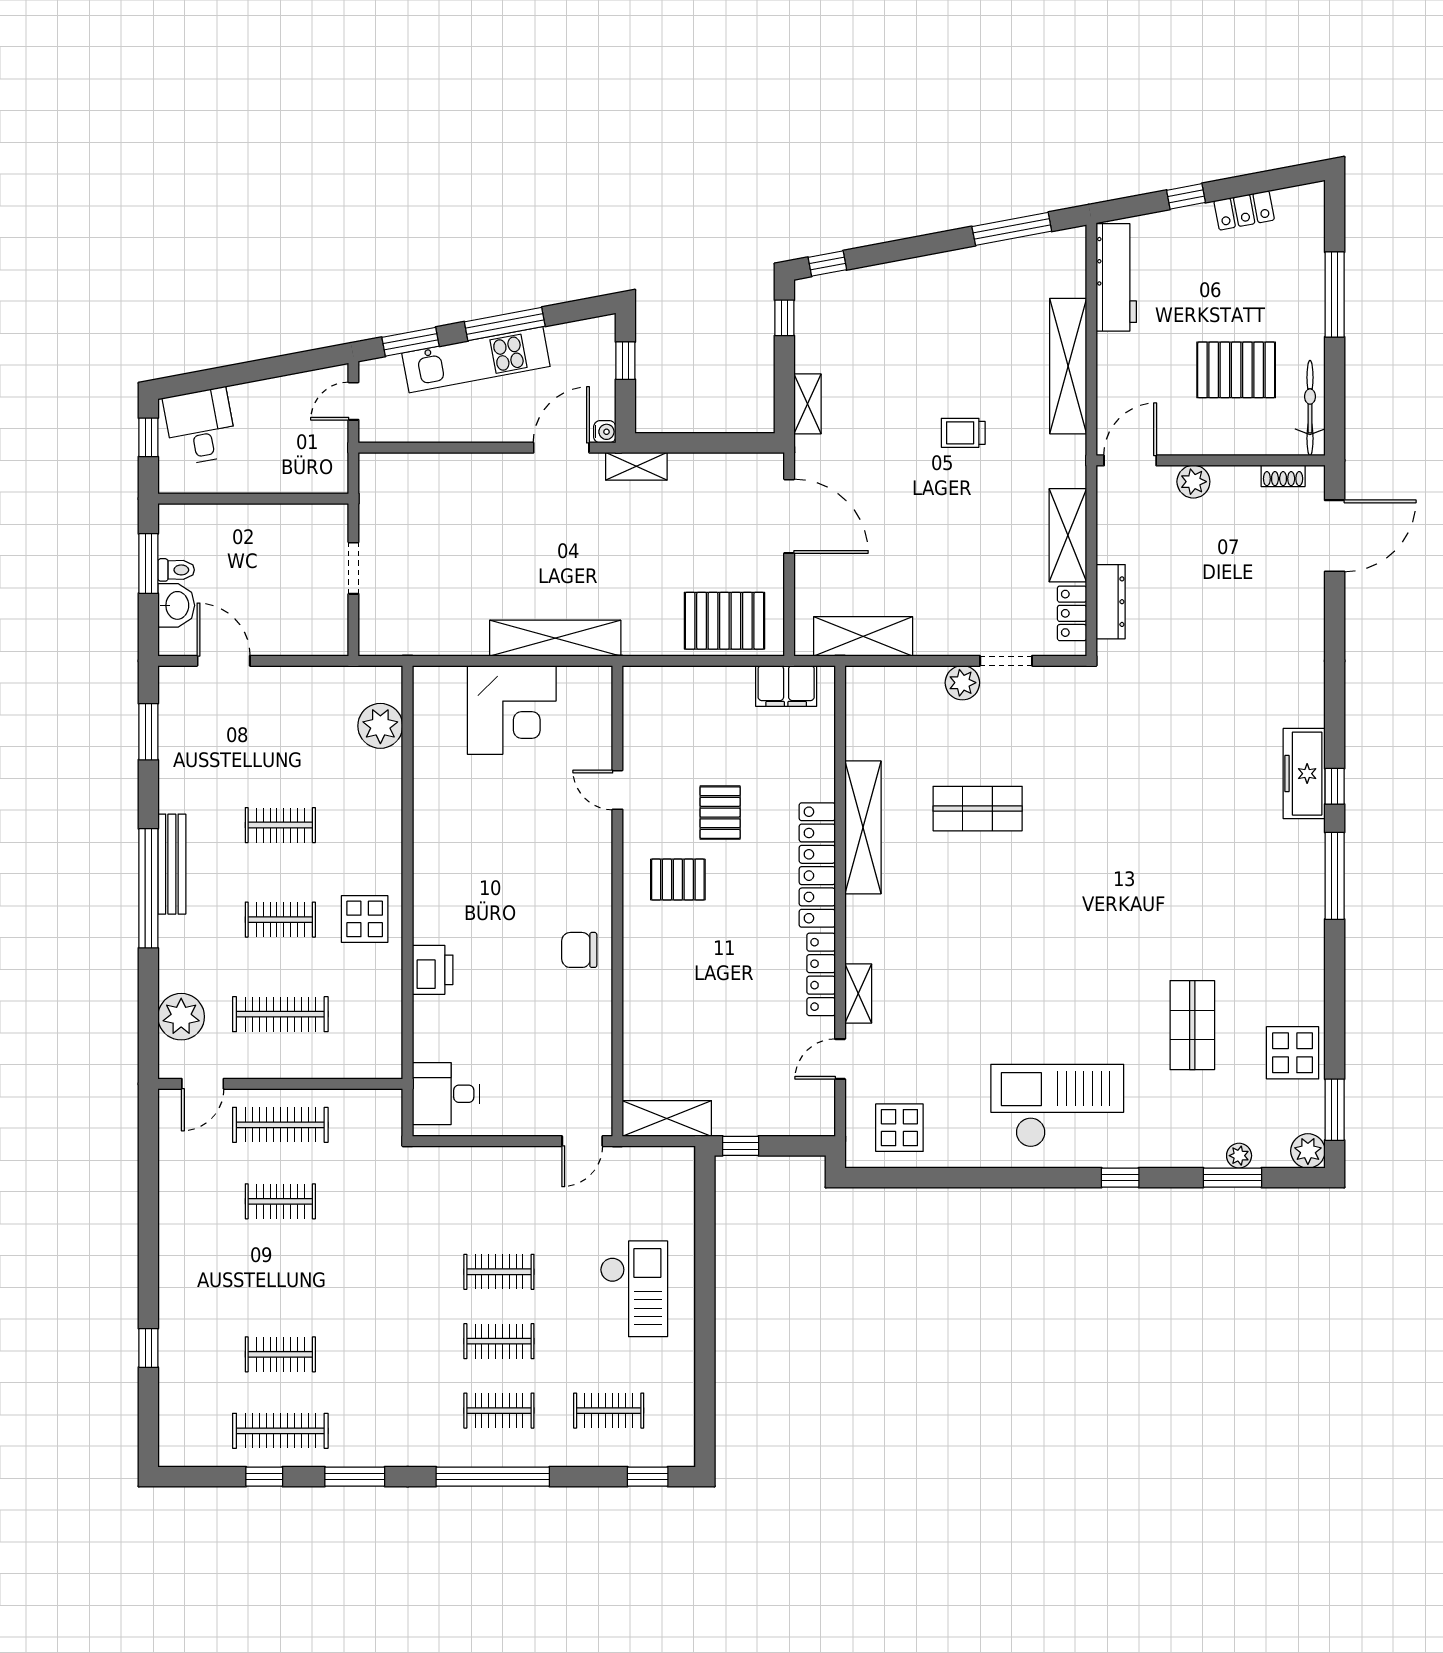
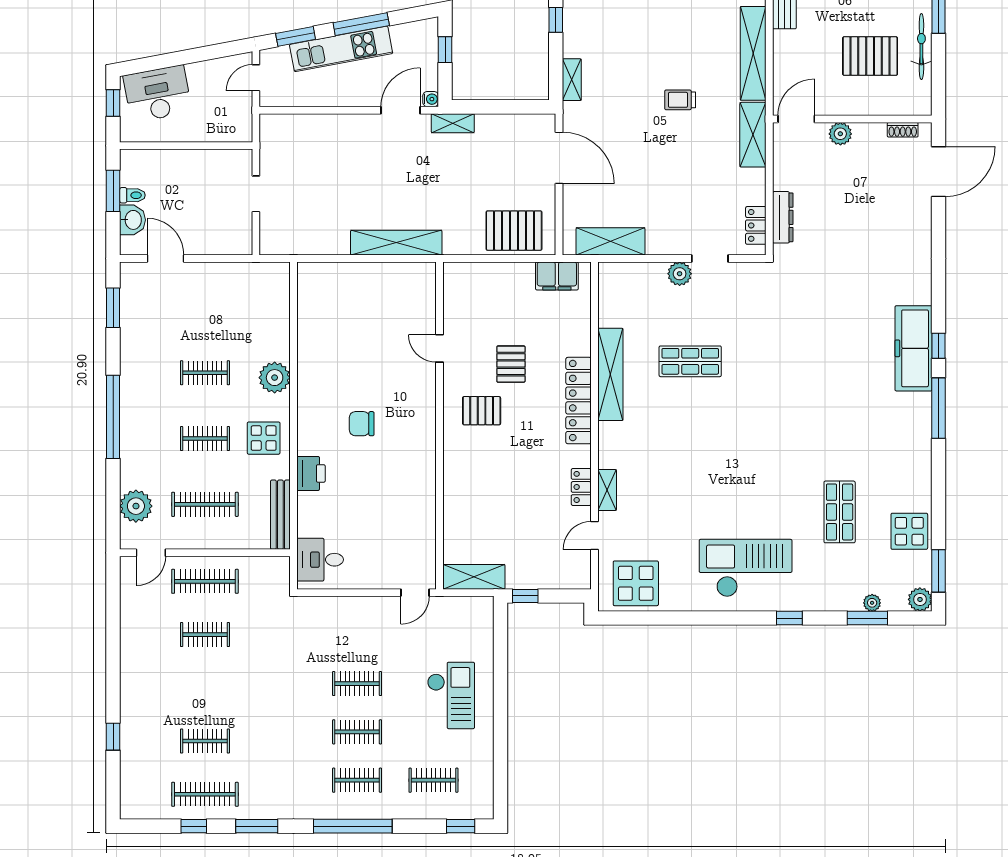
bicycle: (1310, 408) -> (921, 47), moved
desk: (200, 426) -> (157, 94), width x1.37
shelving: (1068, 535) -> (753, 135), moved
corner desk: (512, 710) -> (366, 293), removed
plant: (380, 726) -> (275, 378), moved
freezer: (1304, 774) -> (914, 348), width x1.36, depth x1.26
bench: (172, 864) -> (280, 515), moved
chair: (579, 950) -> (362, 424), moved
locker: (821, 974) -> (581, 487), width x0.66
display table: (899, 1128) -> (636, 583), width x1.36, depth x1.36

